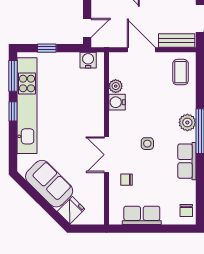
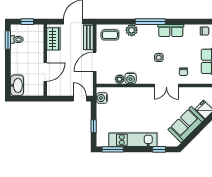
kitchen unit: (27, 106) -> (133, 140), width x0.73
window: (13, 111) -> (159, 149), moved
plant: (187, 122) -> (132, 30), moved

